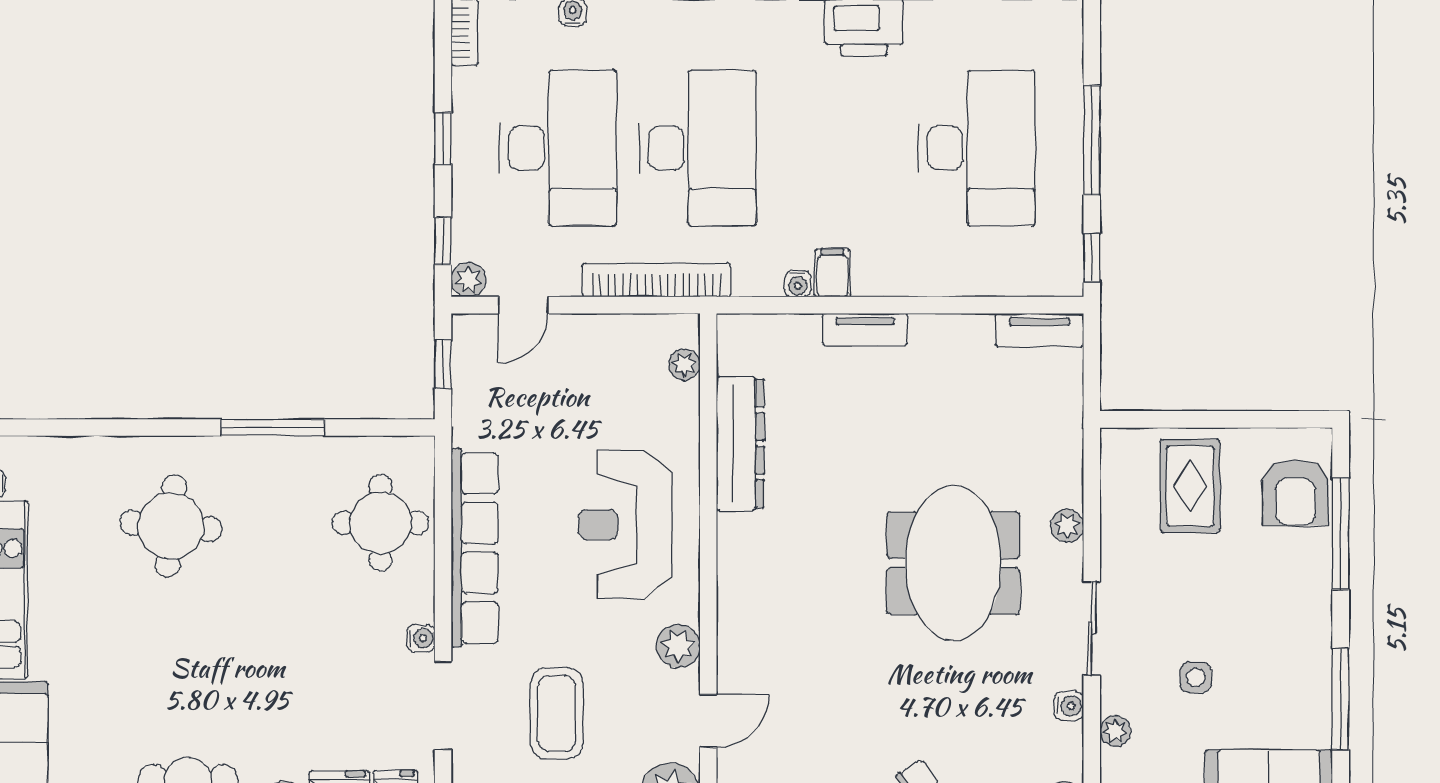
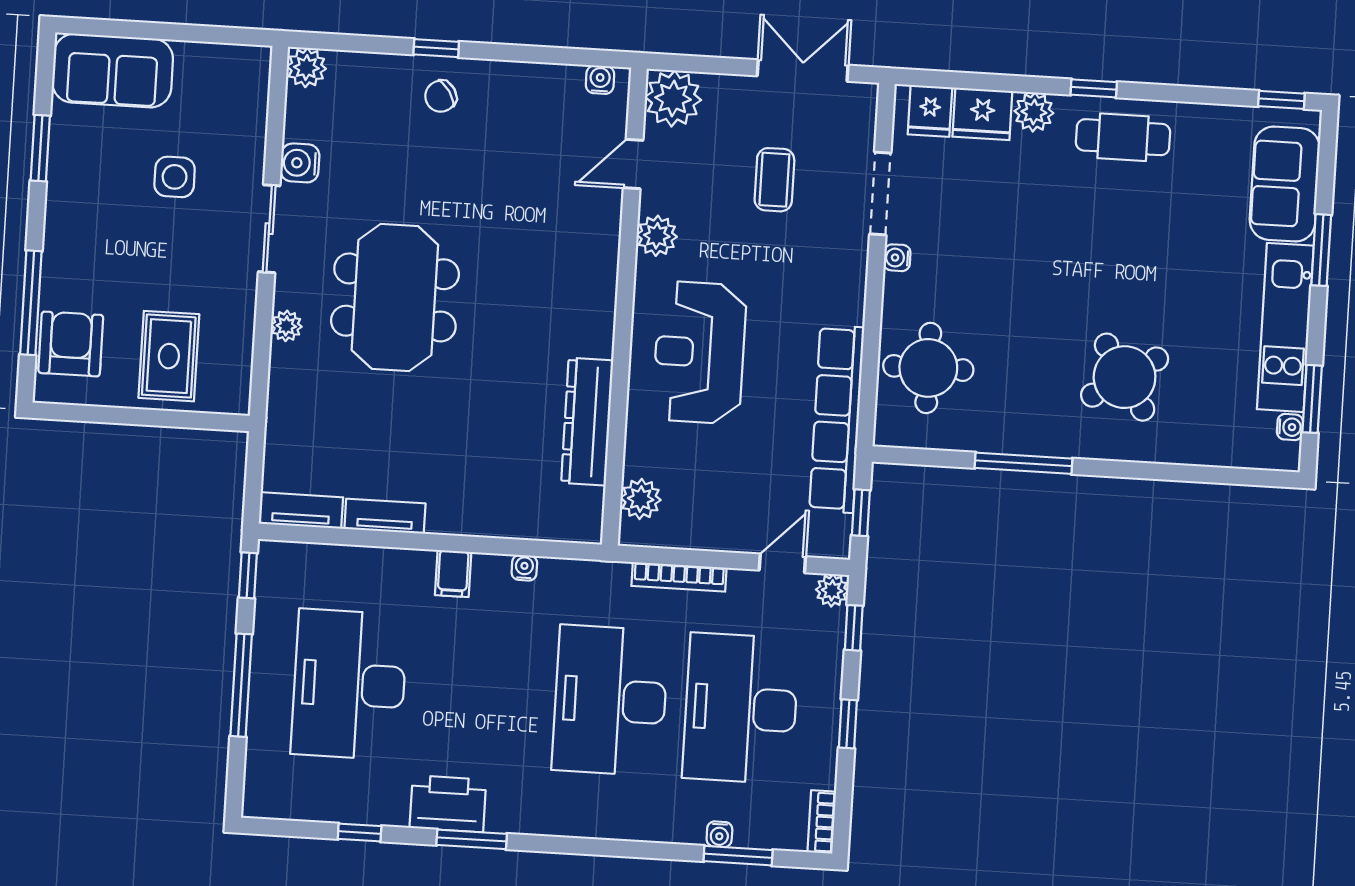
filing cabinet: (832, 273) -> (453, 574), moved
bookcase: (657, 280) -> (679, 577), width x0.68, depth x0.76
tv unit: (865, 330) -> (385, 516), moved
plant: (684, 365) -> (641, 499), width x1.38, depth x1.38
reception desk: (625, 524) -> (699, 352), turned 180
round table: (171, 526) -> (1125, 377), turned -38
row of seats: (475, 548) -> (837, 419), moved
side table: (1196, 677) -> (175, 177), width x1.37, depth x1.37
window: (1341, 699) -> (40, 148), width x0.69
water cooler: (1069, 706) -> (300, 163), width x1.38, depth x1.38
coffee table: (557, 713) -> (774, 180), width x0.73, depth x0.77
plant: (1115, 731) -> (253, 131), removed

